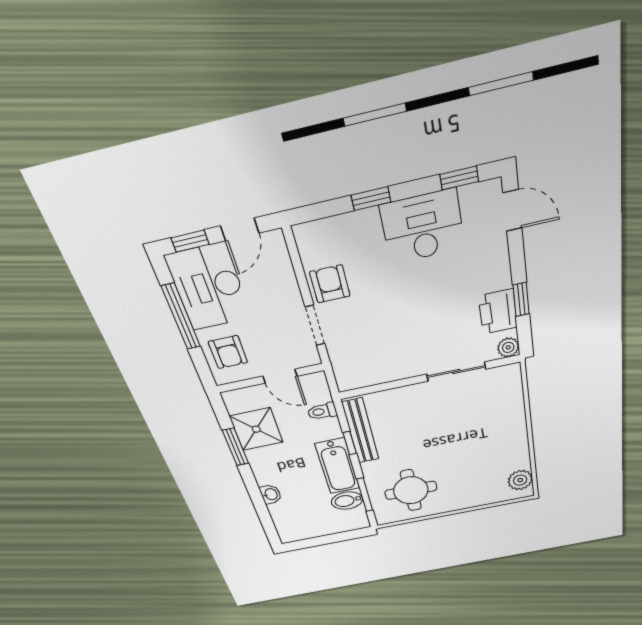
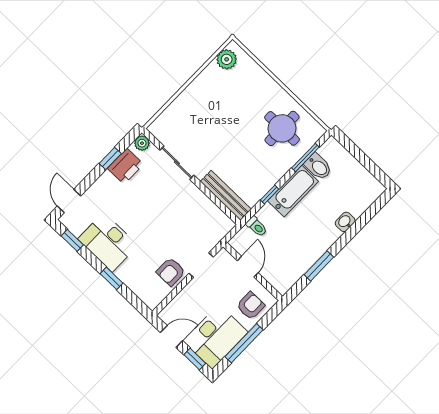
shower: (256, 429) -> (296, 260), removed
bench: (361, 431) -> (226, 195), moved, turned 90

